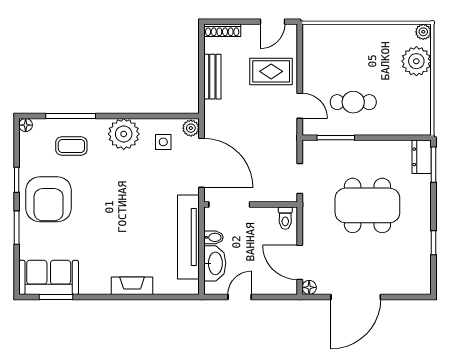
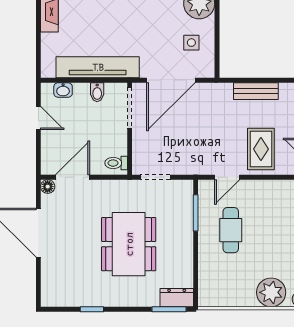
plant: (191, 128) -> (205, 70), removed
washbasin: (215, 263) -> (63, 90), width x0.52, depth x0.69

